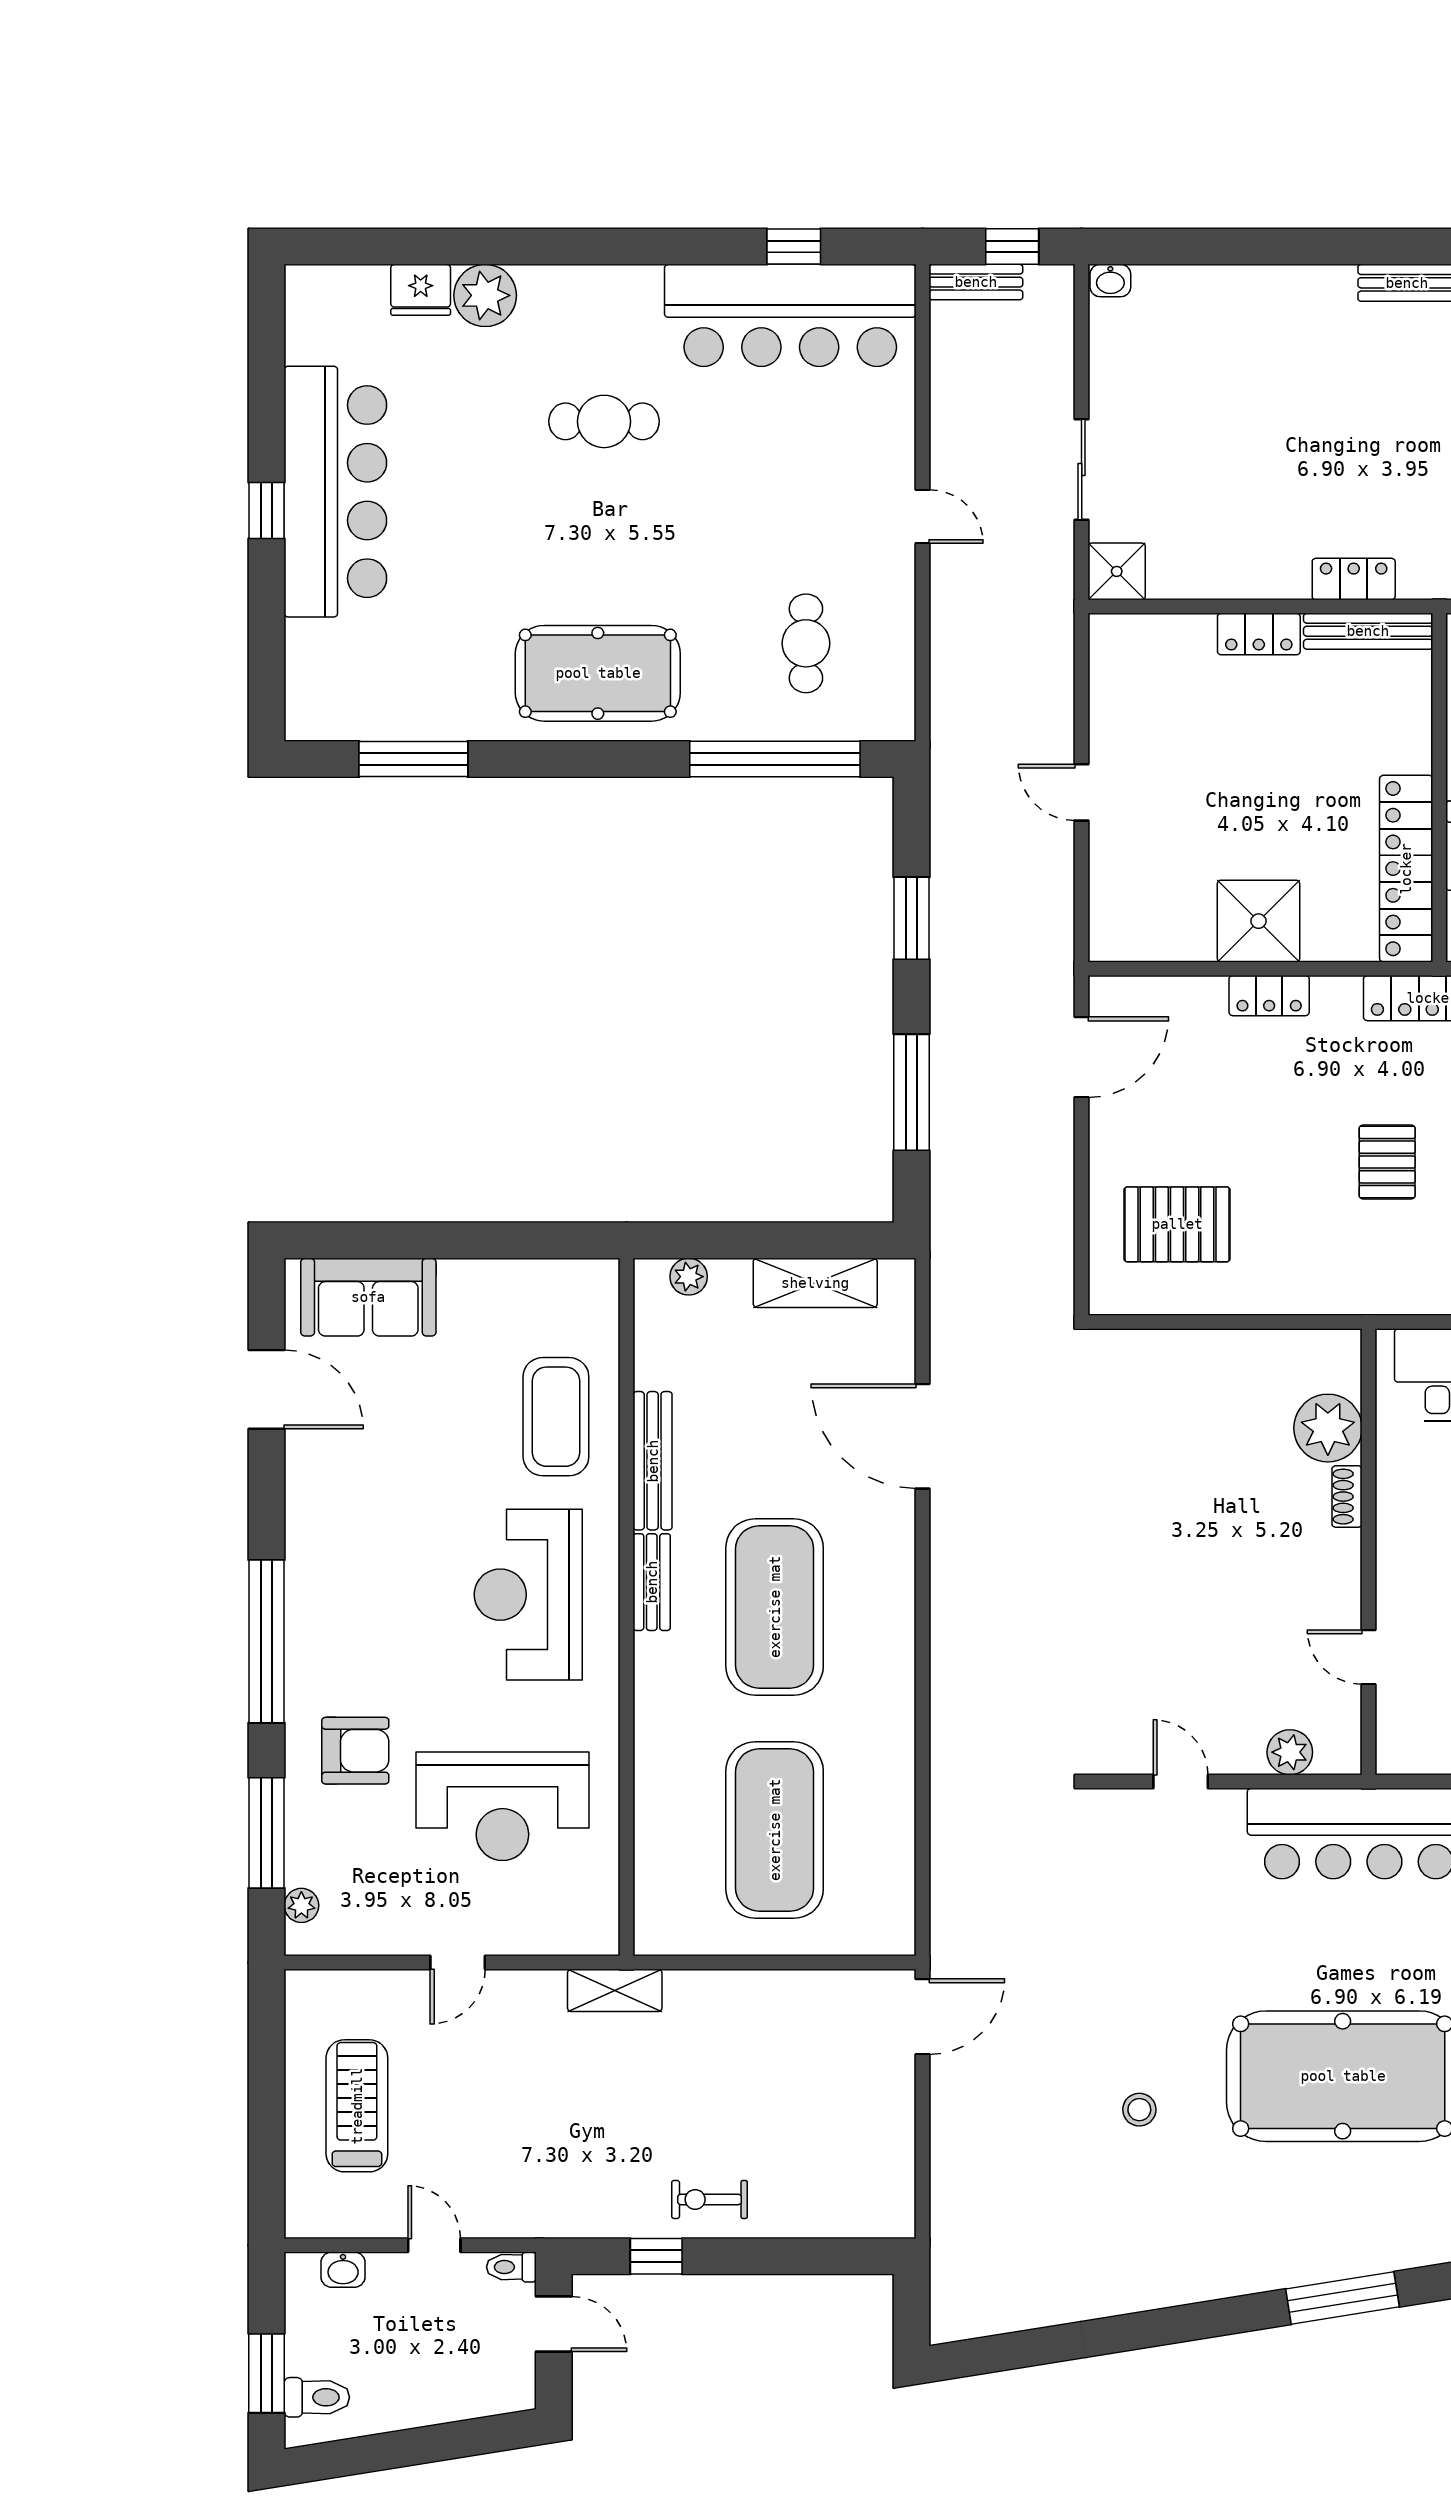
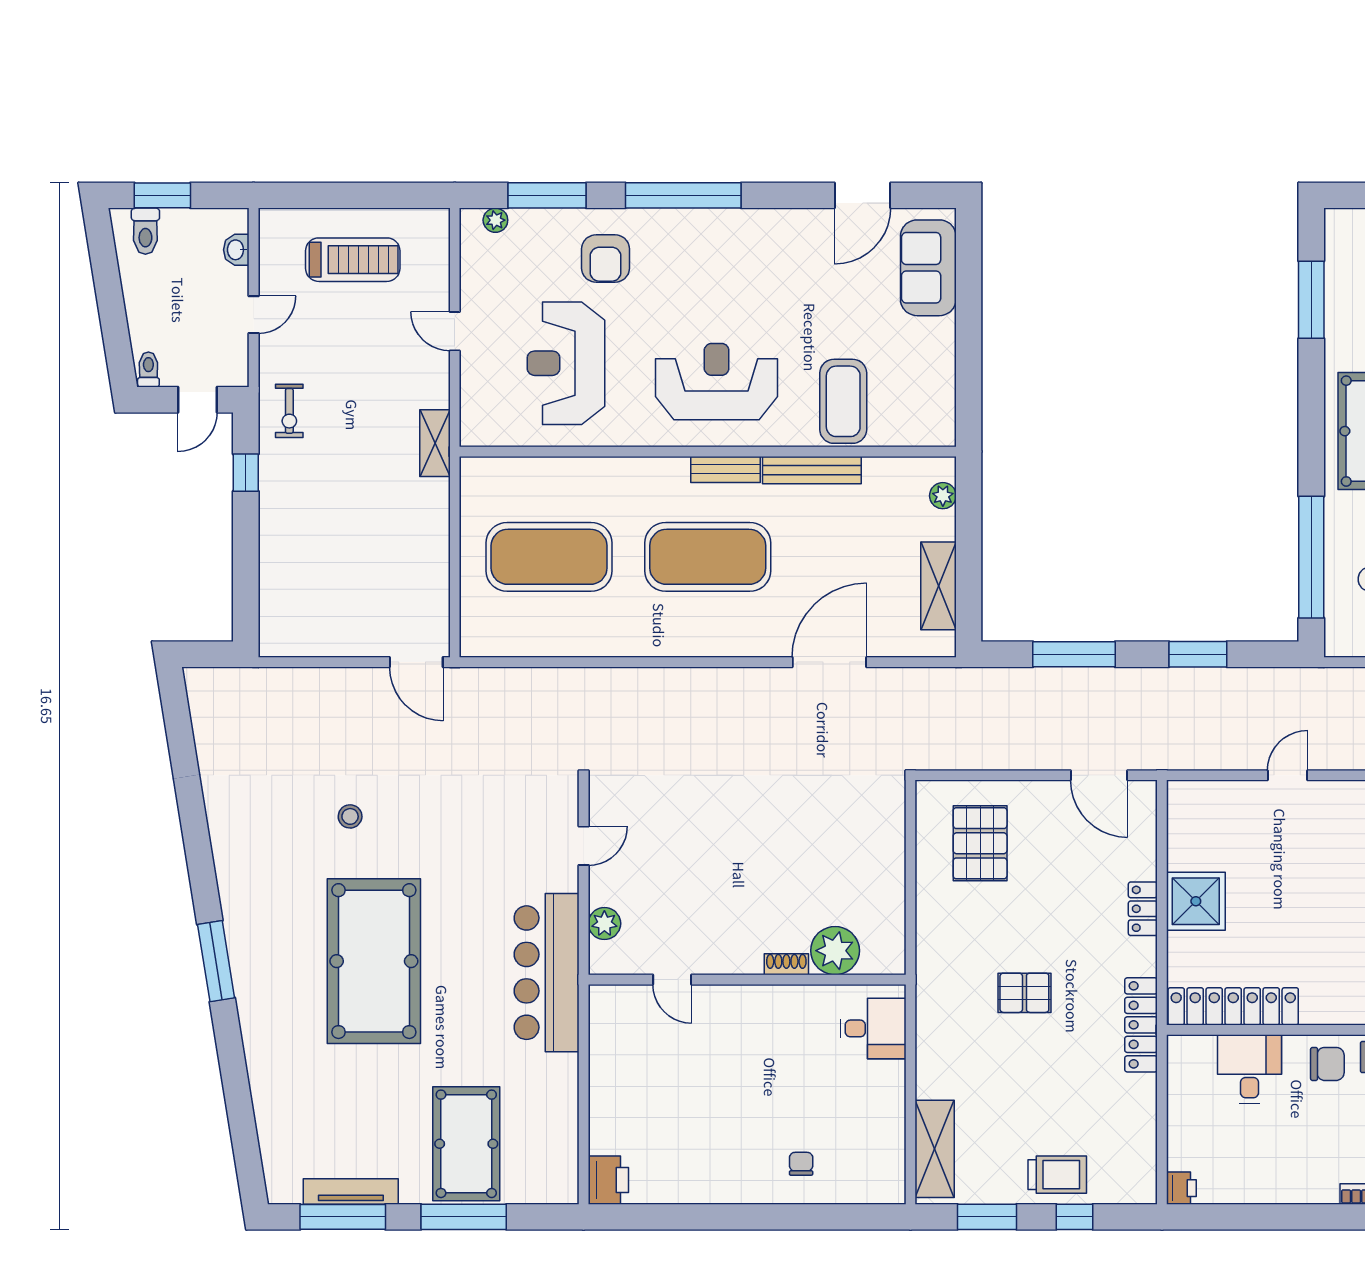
coffee table: (556, 1417) -> (843, 401), turned 90
door: (1369, 1657) -> (672, 980), swing flipped
exercise bike: (710, 2199) -> (289, 411), moved, turned 180
toilet: (511, 2267) -> (148, 370), moved

